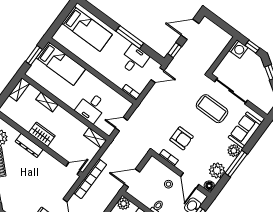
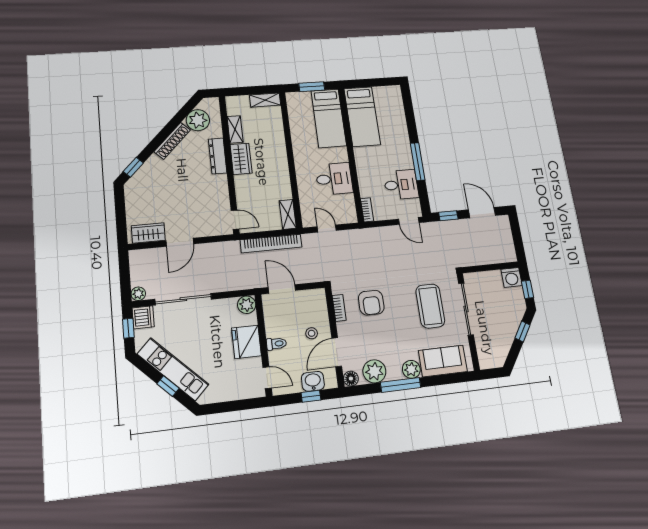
bed: (87, 29) -> (362, 117), moved
shelving: (47, 102) -> (235, 129), moved
desk: (91, 107) -> (334, 179), moved, turned 180
bookcase: (90, 179) -> (271, 243), moved

